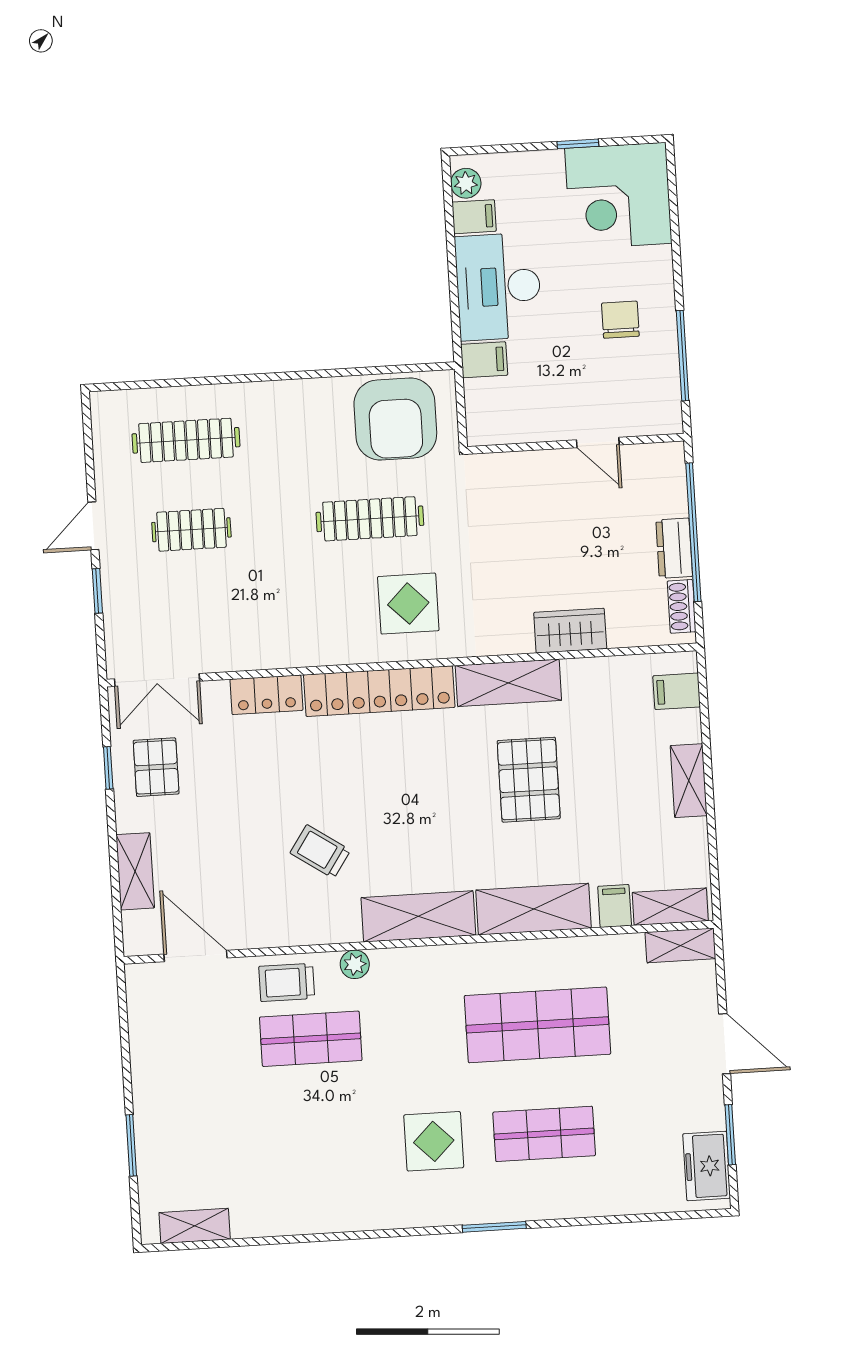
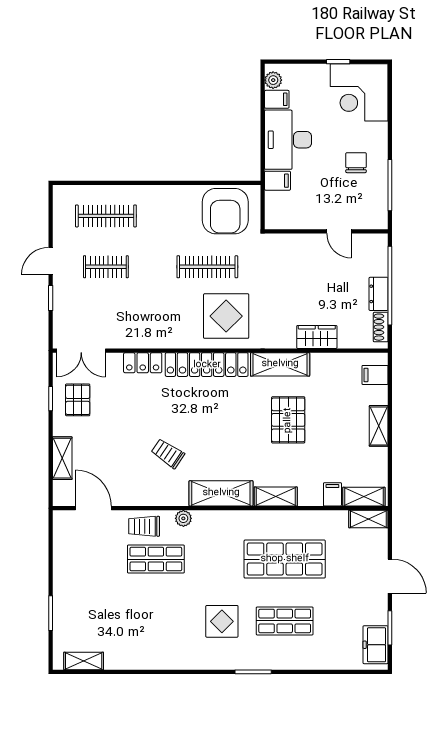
display table: (408, 604) -> (226, 316), width x1.36, depth x1.36
shelving: (534, 909) -> (276, 497), width x0.67, depth x0.75

